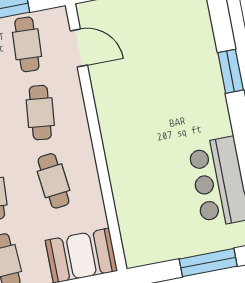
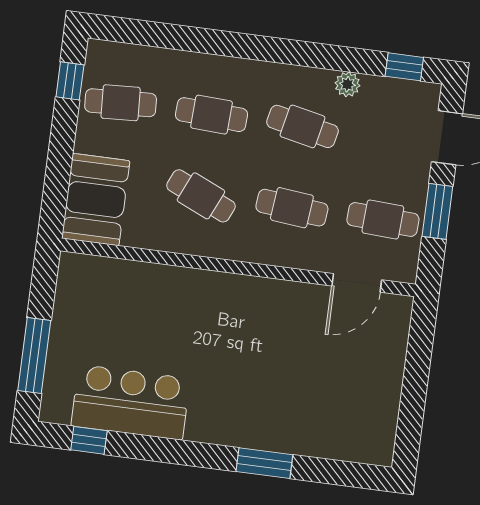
cafe table: (53, 181) -> (201, 196), turned 30

